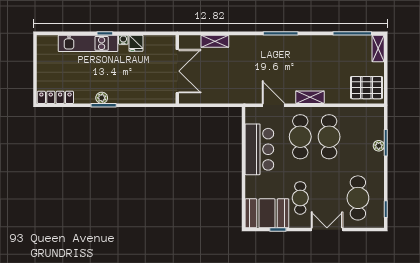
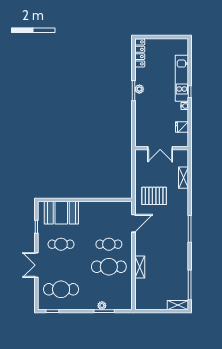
fridge: (136, 43) -> (182, 127), moved
double door: (177, 71) -> (160, 148), width x0.73
pallet: (367, 88) -> (154, 196), moved, turned 90
shelving: (310, 97) -> (140, 267), moved
cafe table: (300, 137) -> (109, 244), width x0.73, depth x0.74
bar counter: (259, 149) -> (99, 212), removed
booth: (267, 213) -> (61, 213), moved, turned 90
double door: (327, 230) -> (36, 265), swing flipped

